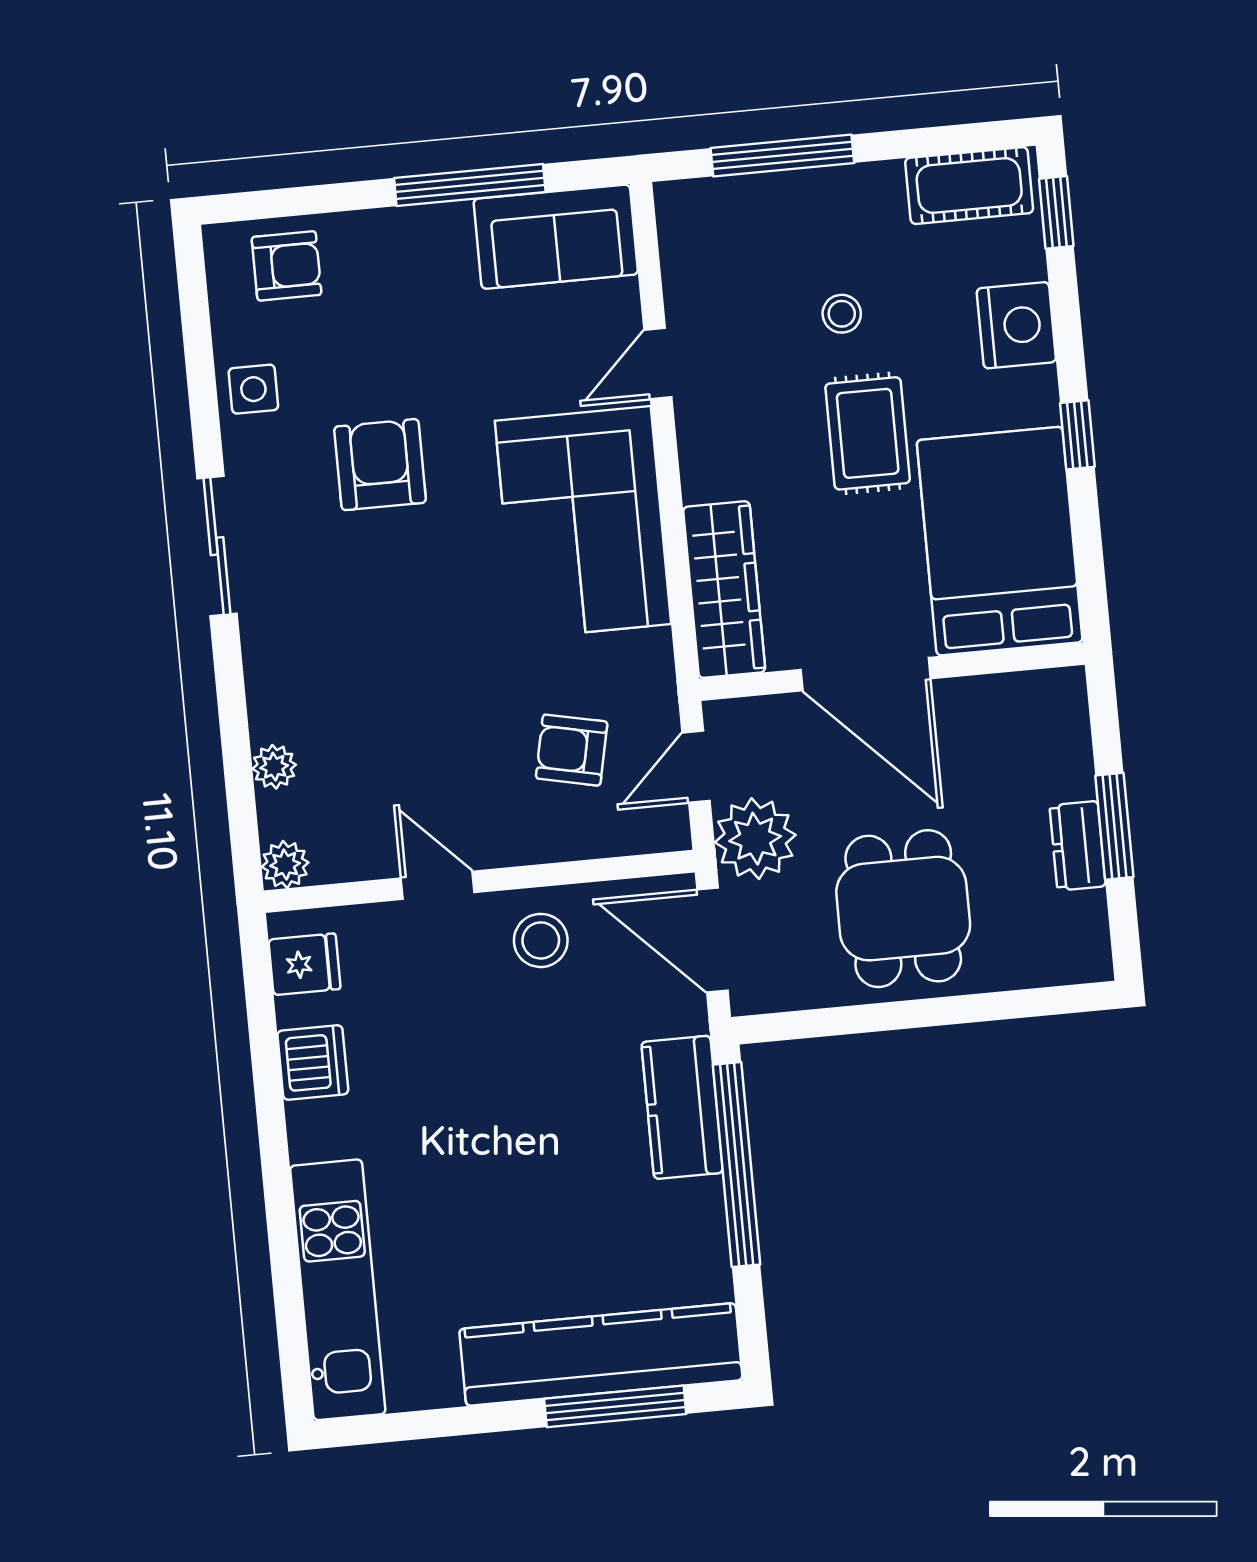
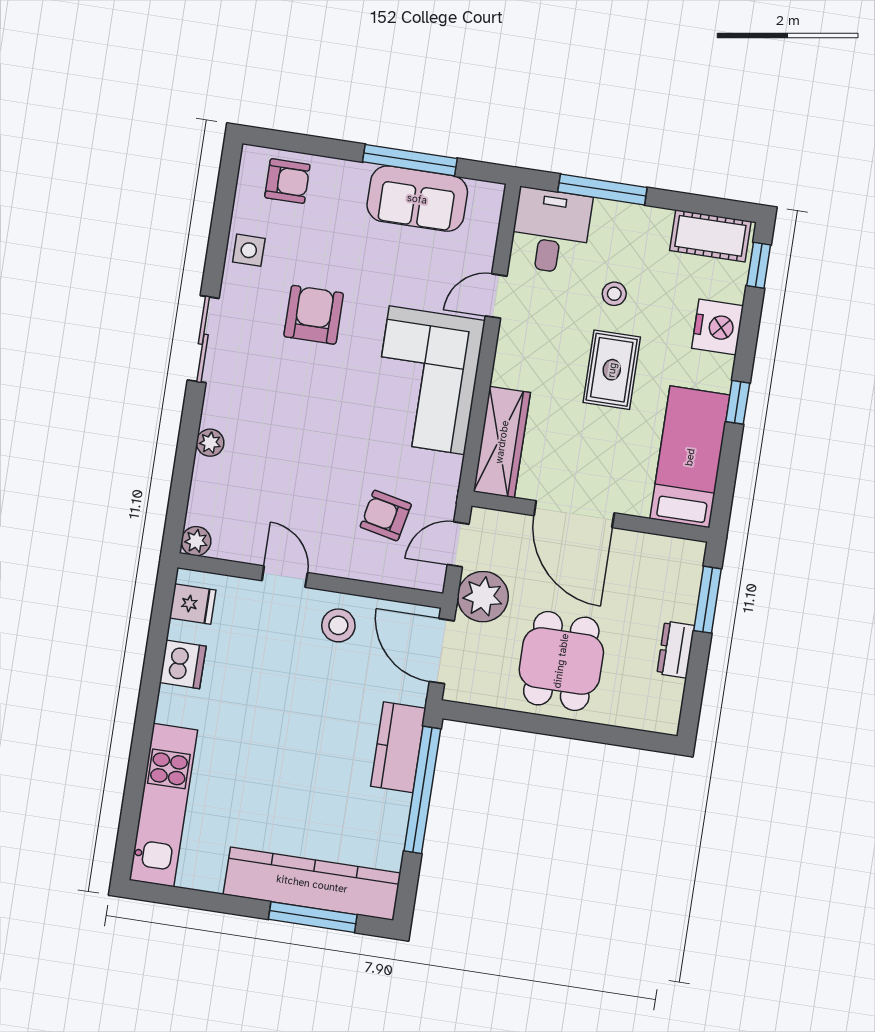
sofa: (556, 237) -> (417, 199), moved
desk: (718, 241) -> (551, 231), added
bed: (1000, 541) -> (690, 457), width x0.67
plant: (274, 767) -> (210, 443), moved
window: (1114, 826) -> (707, 600), moved

